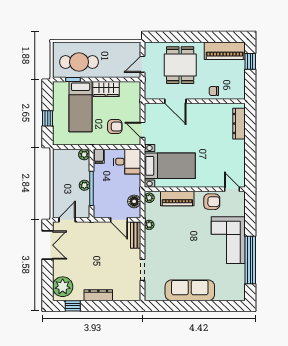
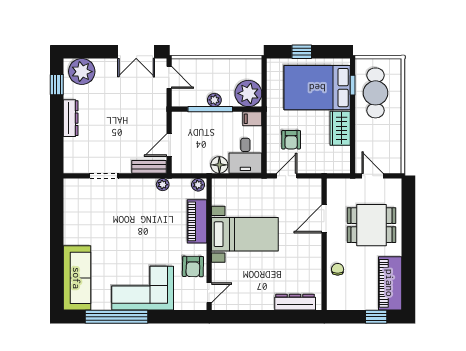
bed: (81, 107) -> (317, 88), width x1.50
plant: (84, 154) -> (248, 93), width x1.87, depth x1.87
bed with nightstands: (170, 166) -> (245, 234), moved, turned -90
floor lamp: (134, 201) -> (219, 165), moved
sofa: (190, 290) -> (77, 278), moved

